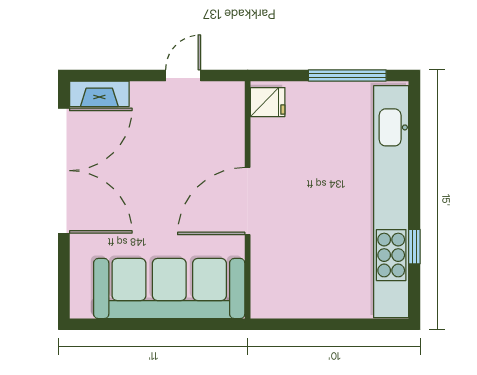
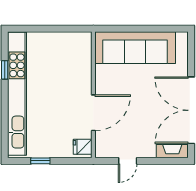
window: (347, 75) -> (40, 161), width x0.46
door: (248, 201) -> (93, 113), moved

